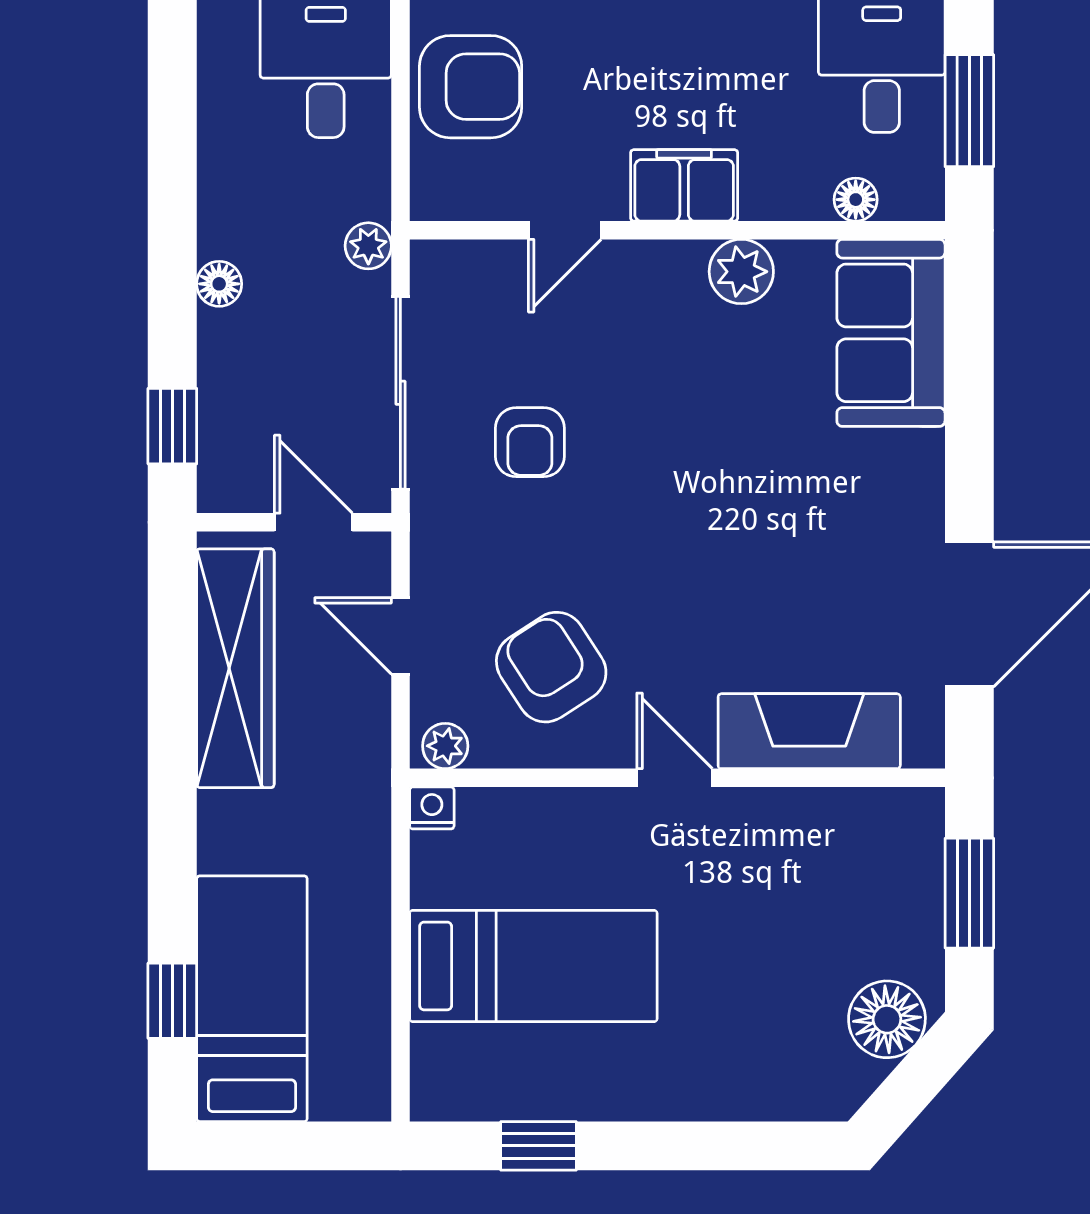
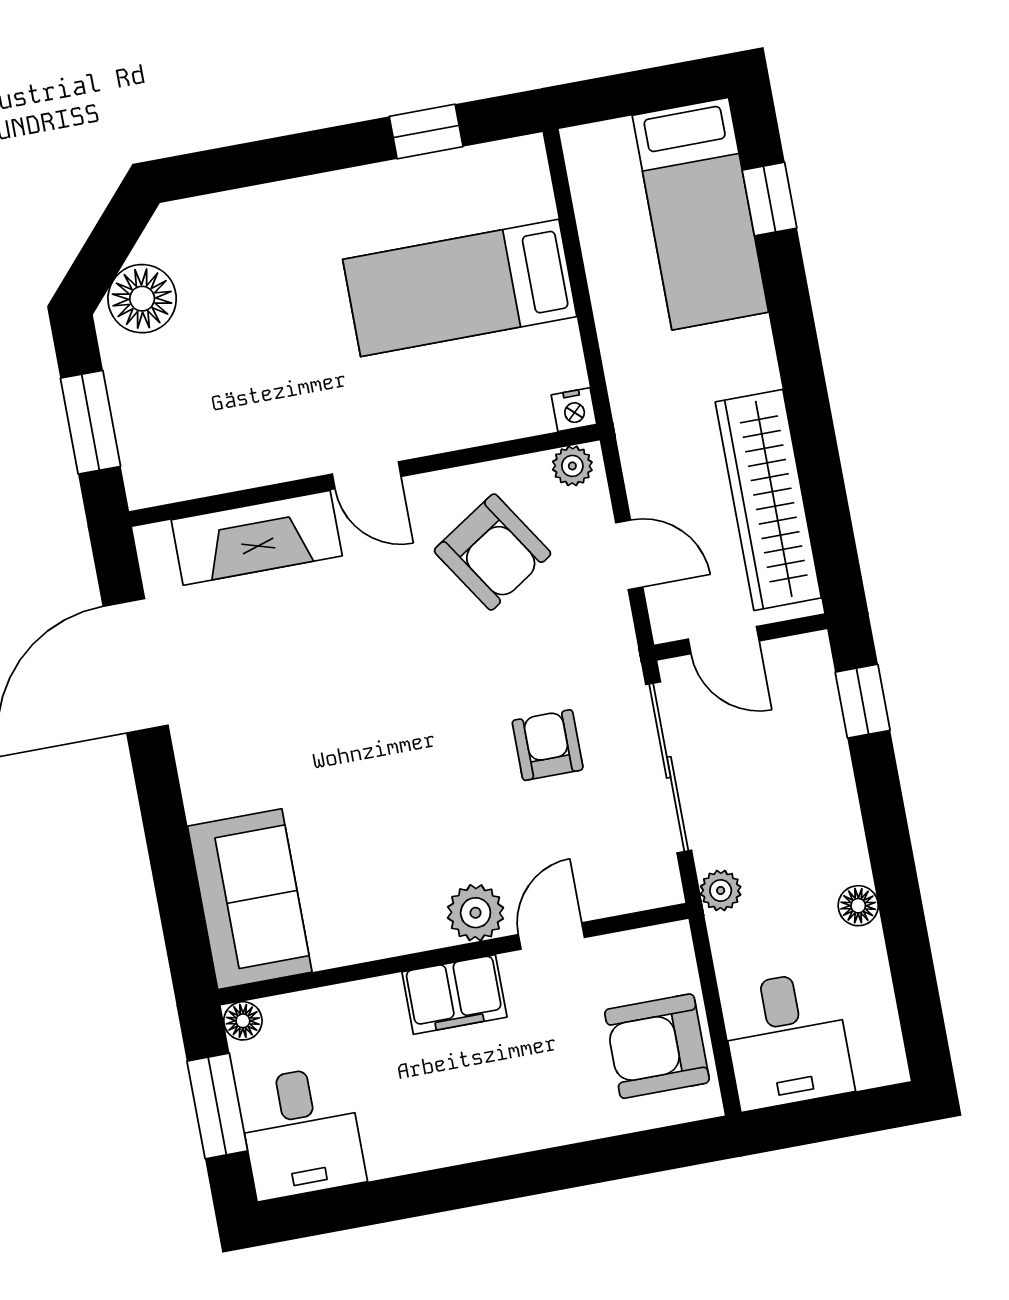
floor lamp: (856, 200) -> (243, 1021), moved
plant: (741, 272) -> (476, 913), moved
floor lamp: (219, 284) -> (858, 906), moved

